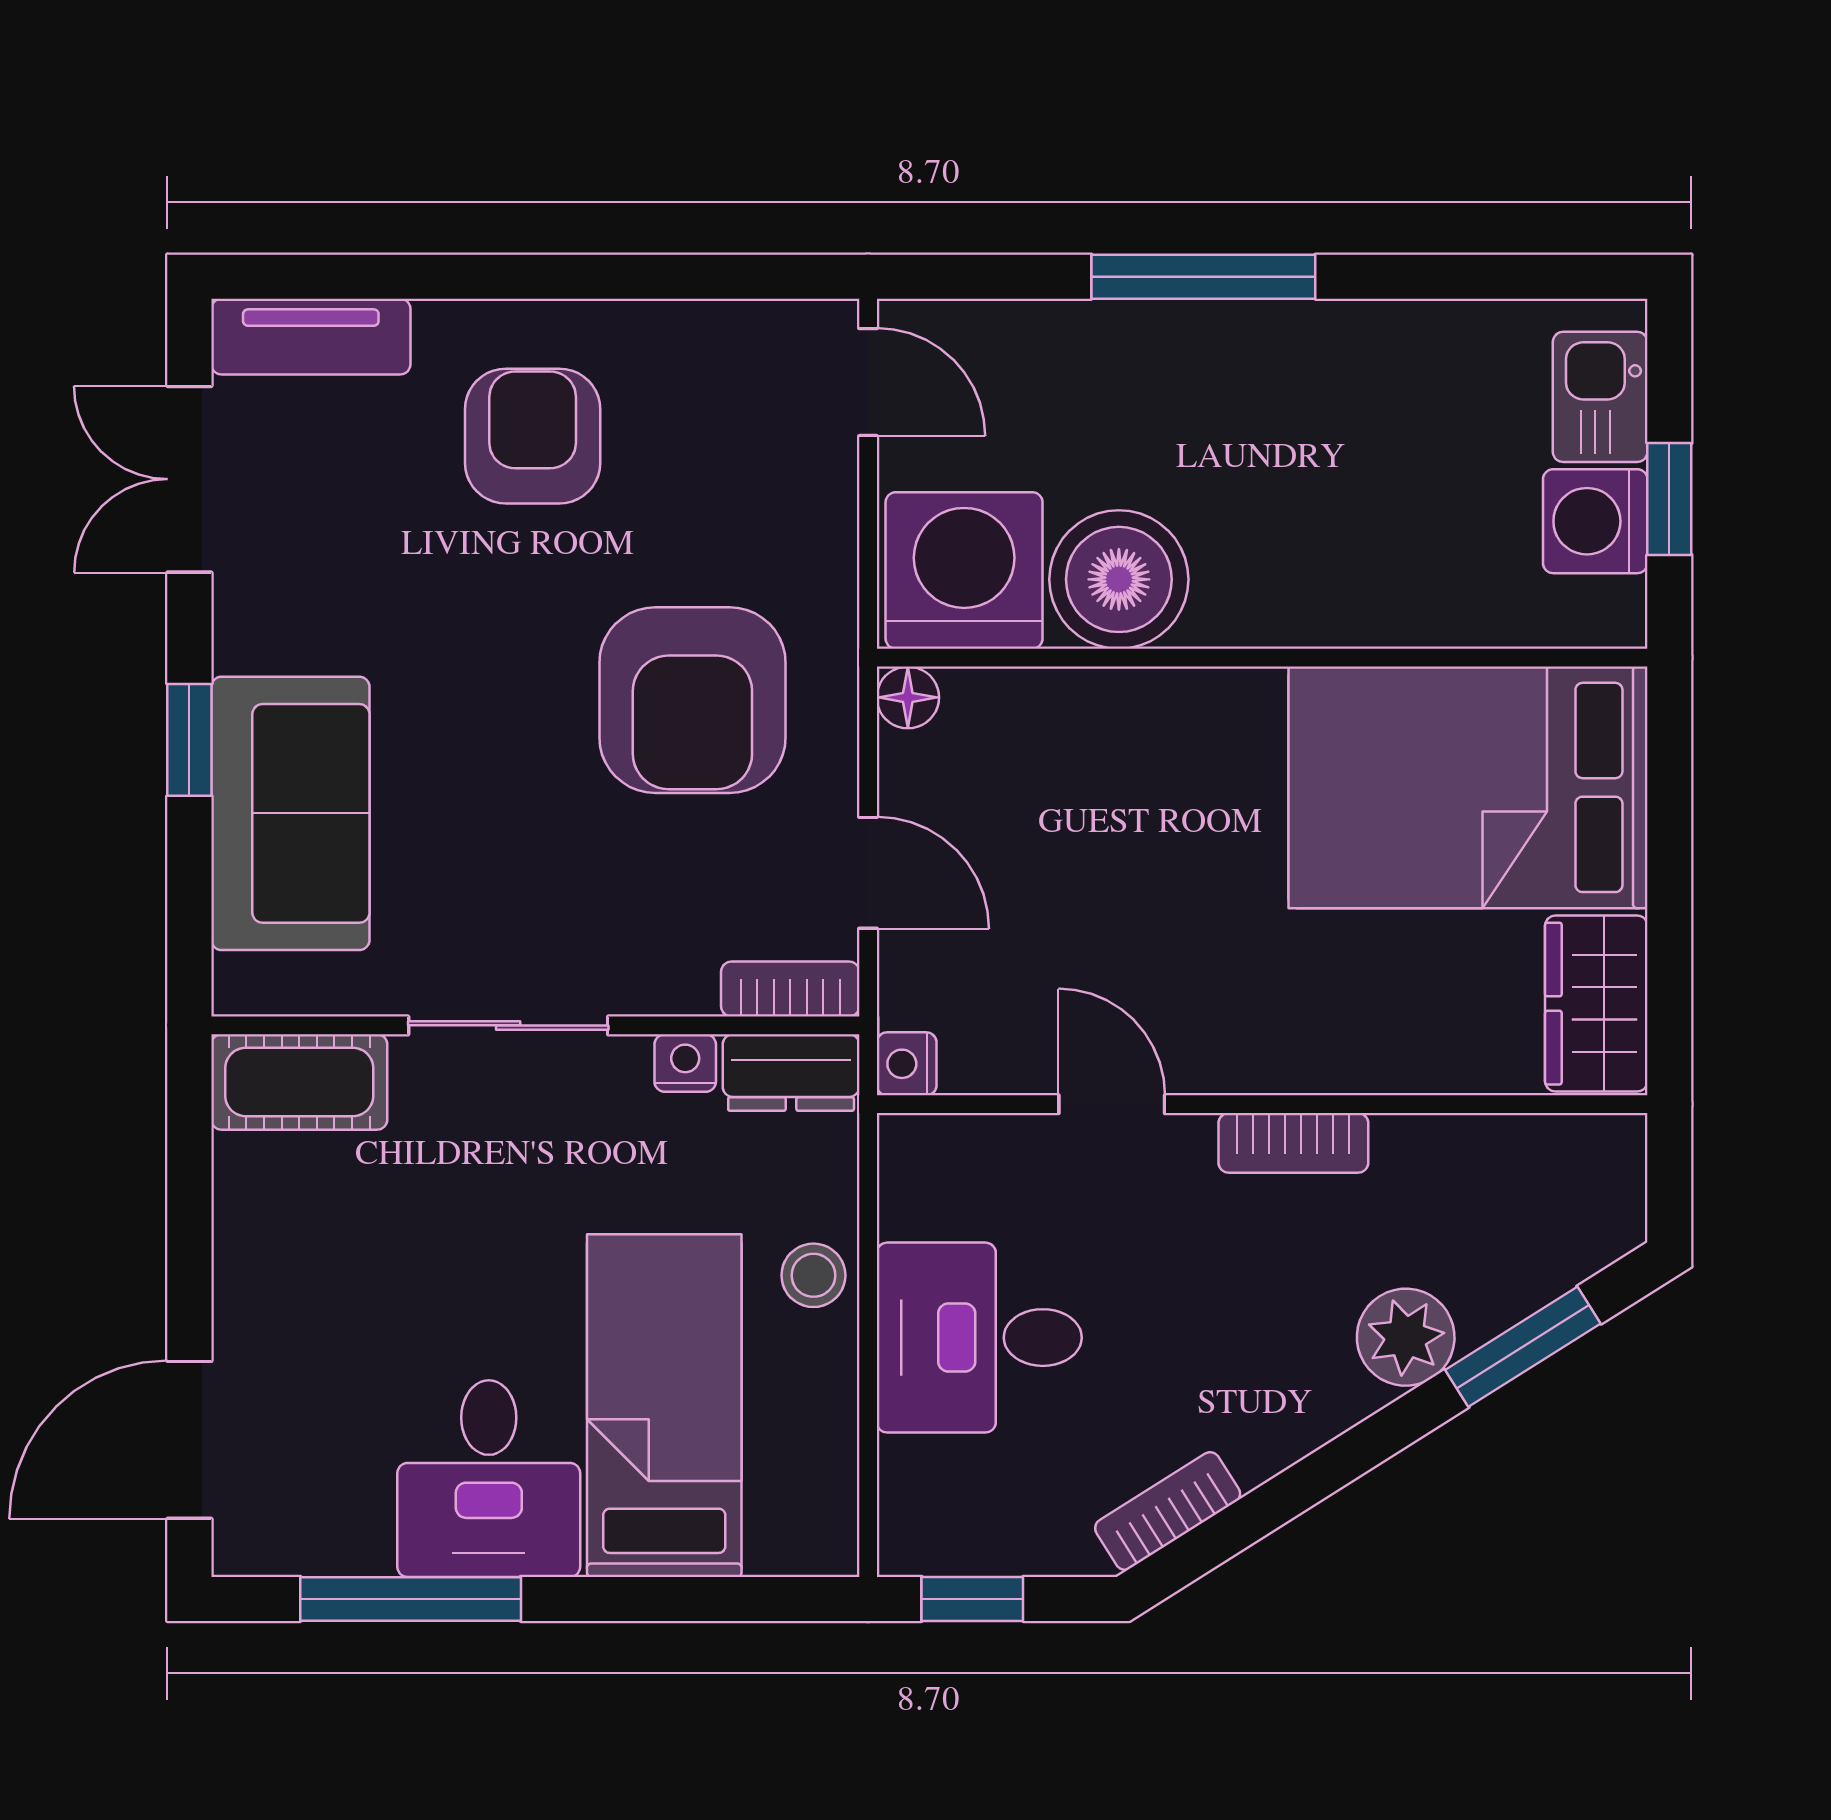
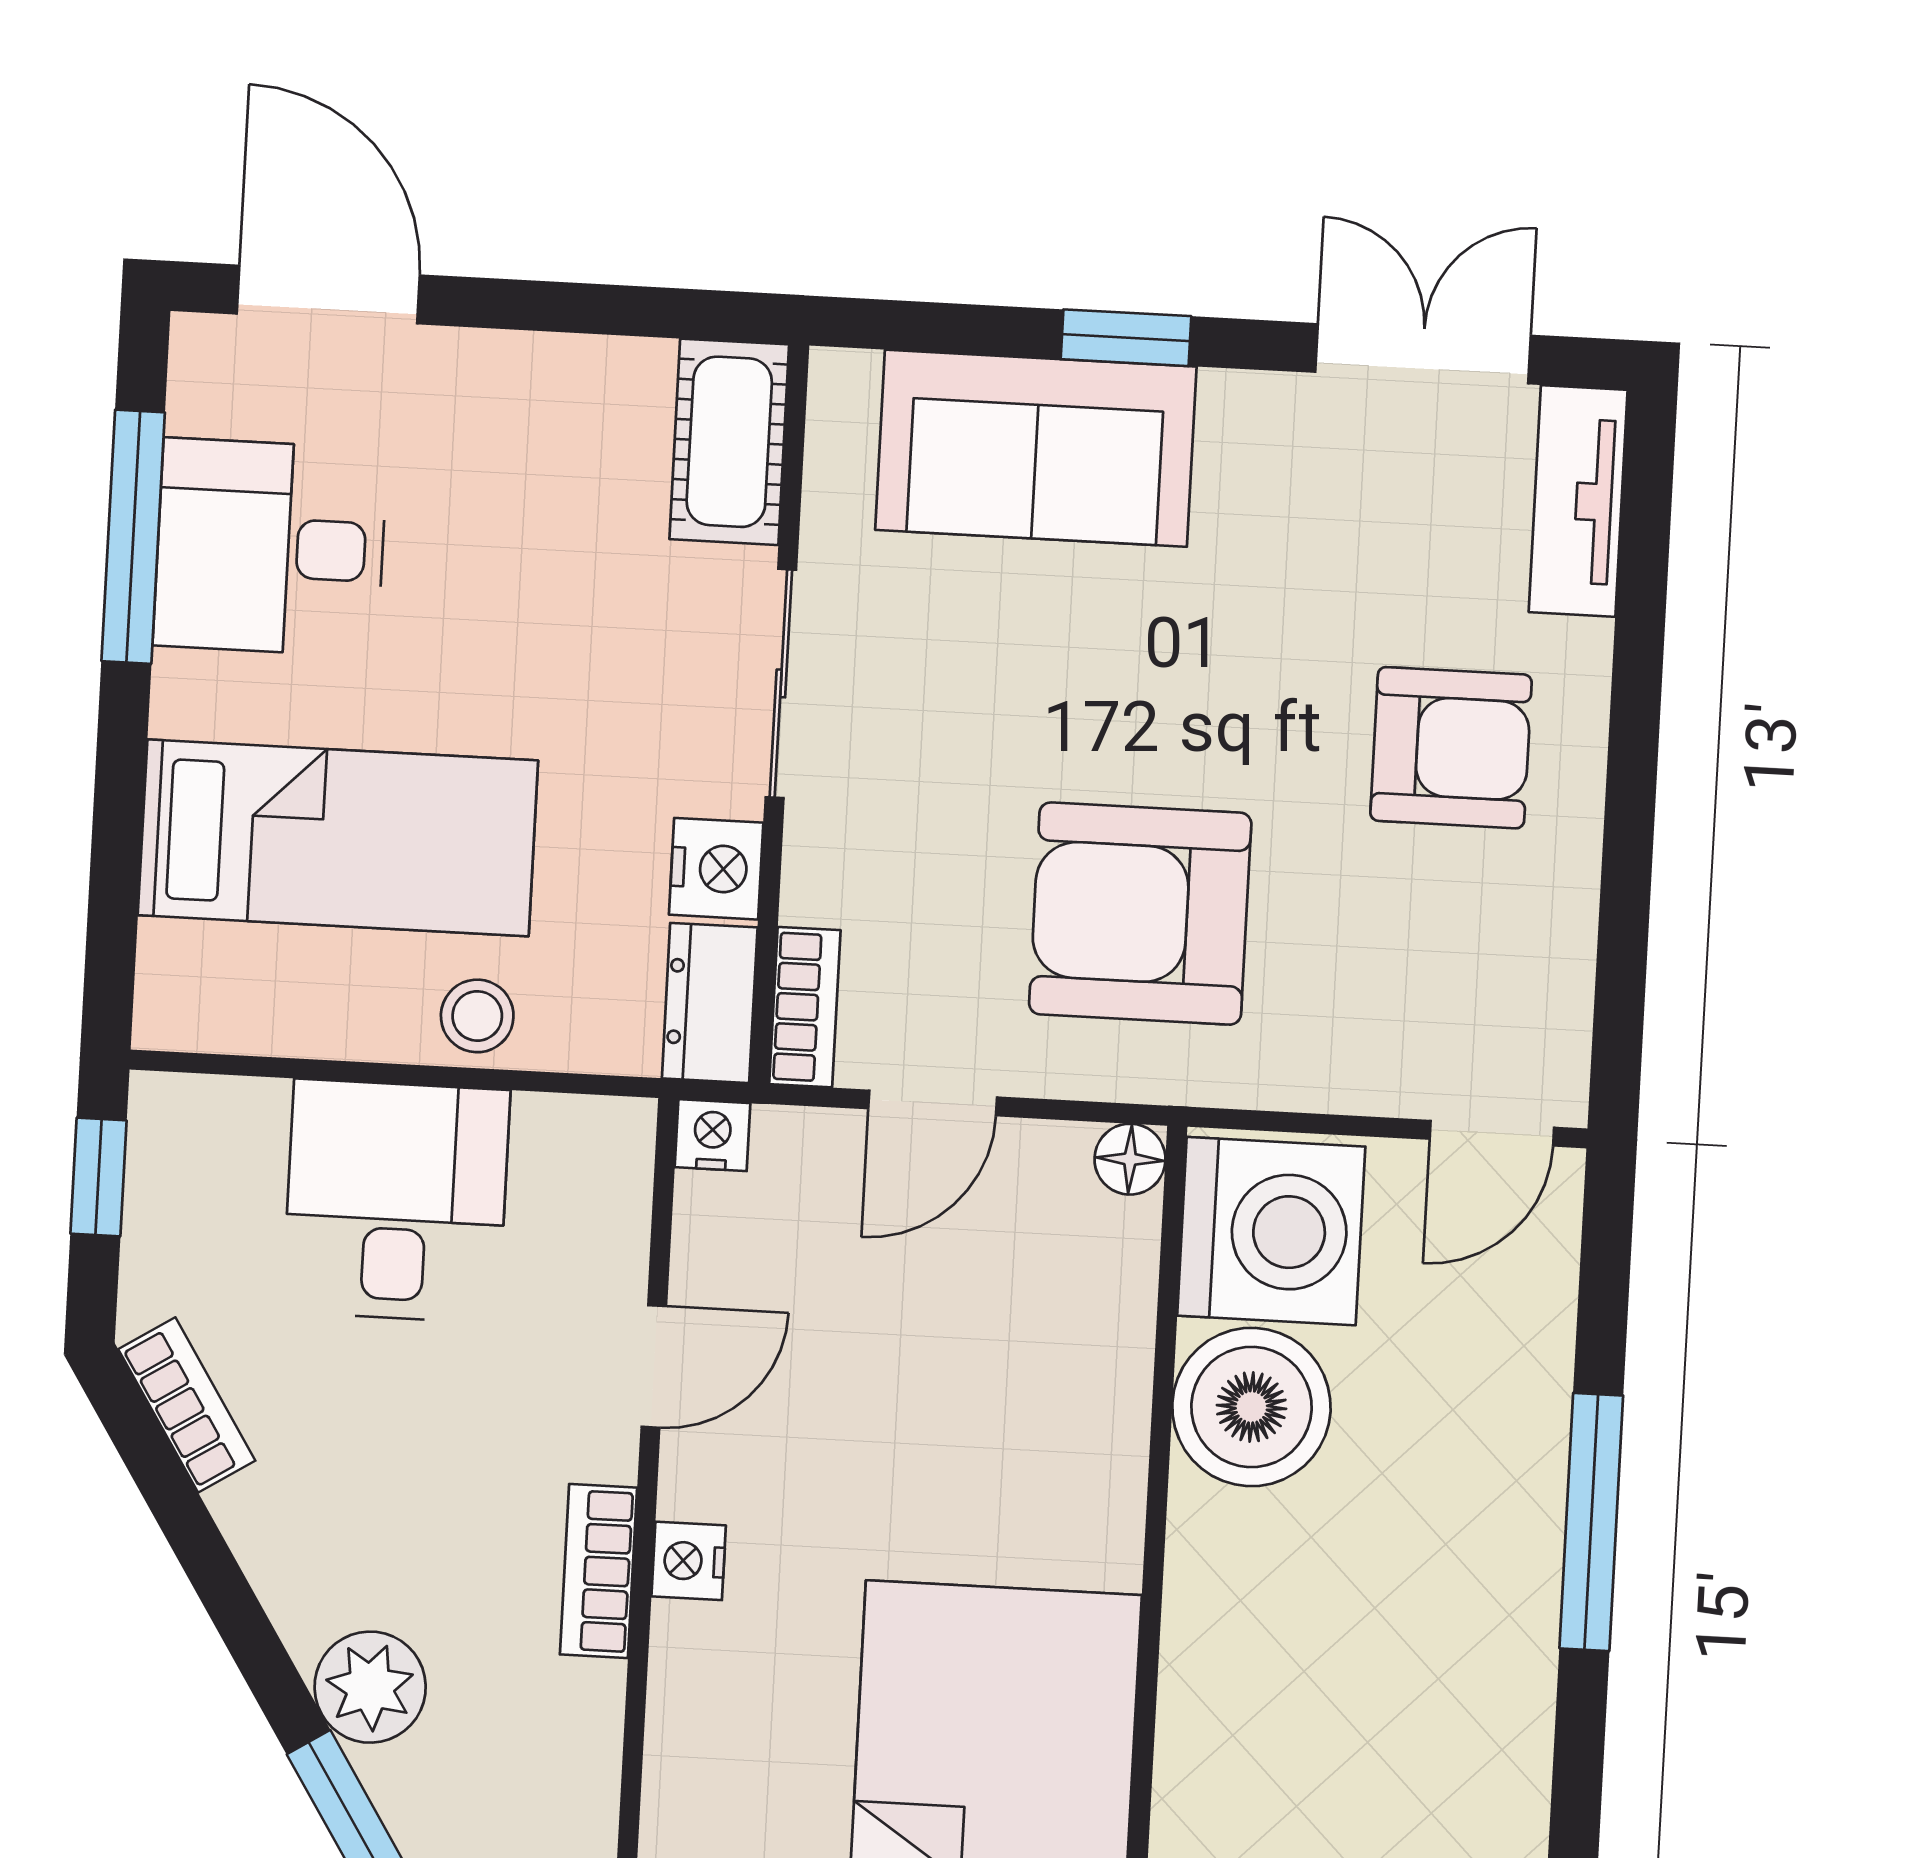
nightstand: (685, 1063) -> (716, 869), width x1.39, depth x1.35
nightstand: (1280, 1064) -> (689, 1561), added
desk: (489, 1479) -> (270, 547), moved

